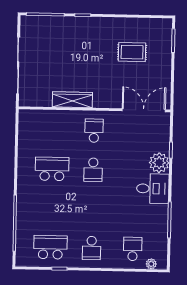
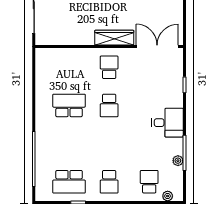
wardrobe: (72, 100) -> (114, 38), moved
plant: (159, 163) -> (178, 161), moved, width x0.53, depth x0.53
school desk: (50, 247) -> (69, 182), turned 180

